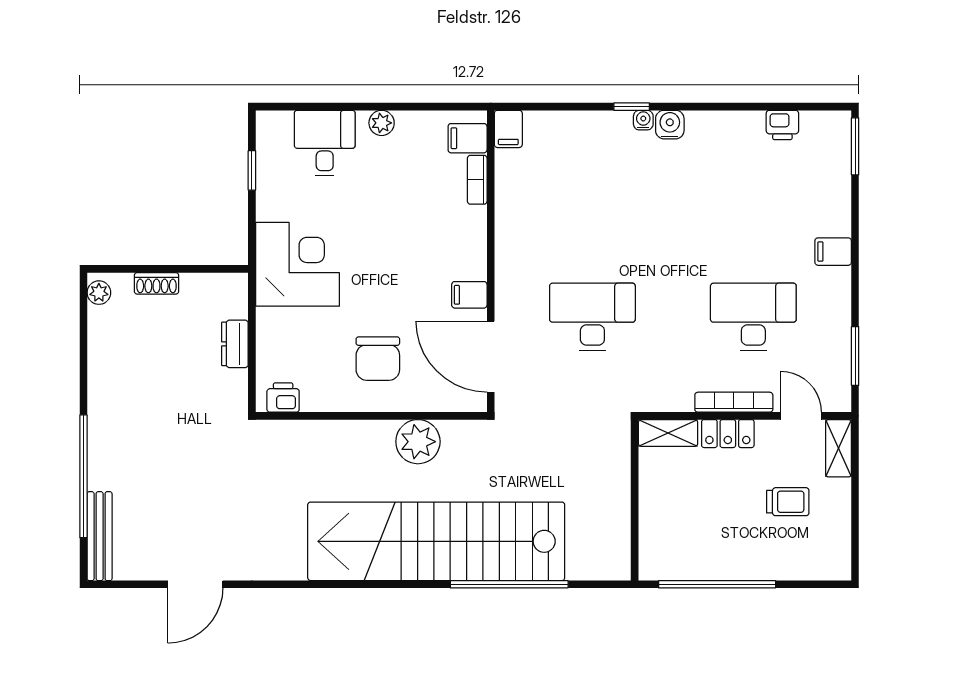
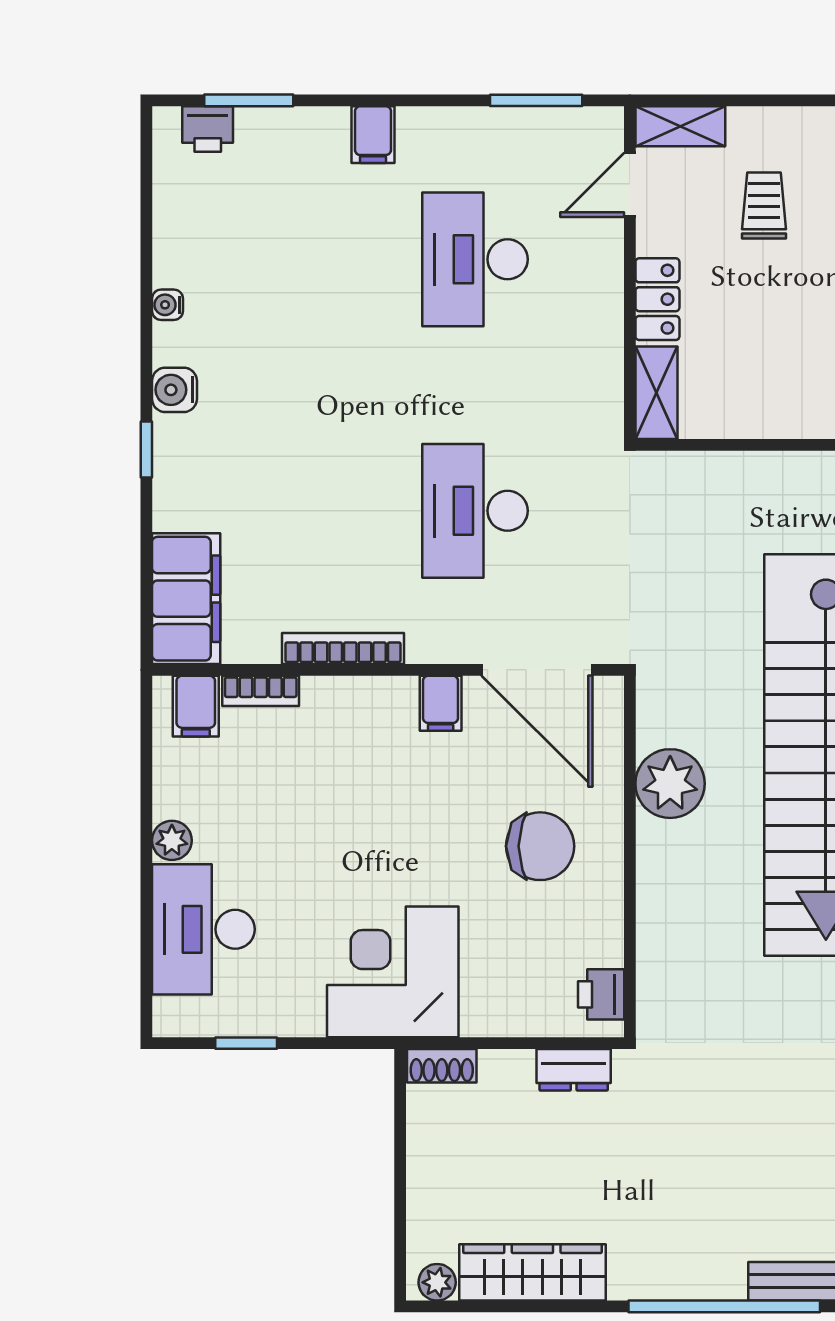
water cooler: (643, 120) -> (167, 305), moved
printer: (782, 125) -> (208, 129), moved, turned 90
filing cabinet: (508, 129) -> (186, 599), width x3.00, depth x1.17
desk: (325, 143) -> (203, 929), width x1.37
window: (855, 146) -> (249, 100), moved
shoe rack: (157, 283) -> (442, 1066), moved, turned 90
dresser: (235, 344) -> (574, 1070), moved
wardrobe: (105, 354) -> (532, 1272), added
door: (491, 357) -> (537, 670), hinge flipped
bookcase: (734, 402) -> (343, 648), moved, turned 90

